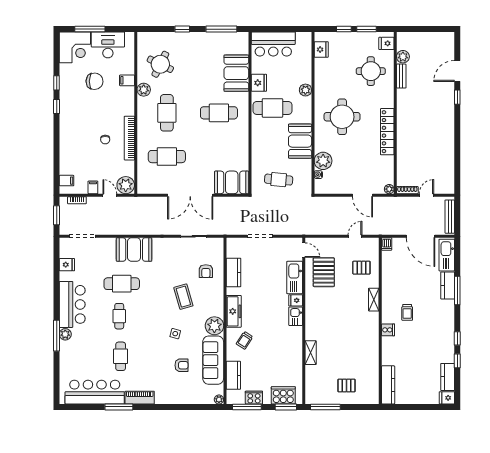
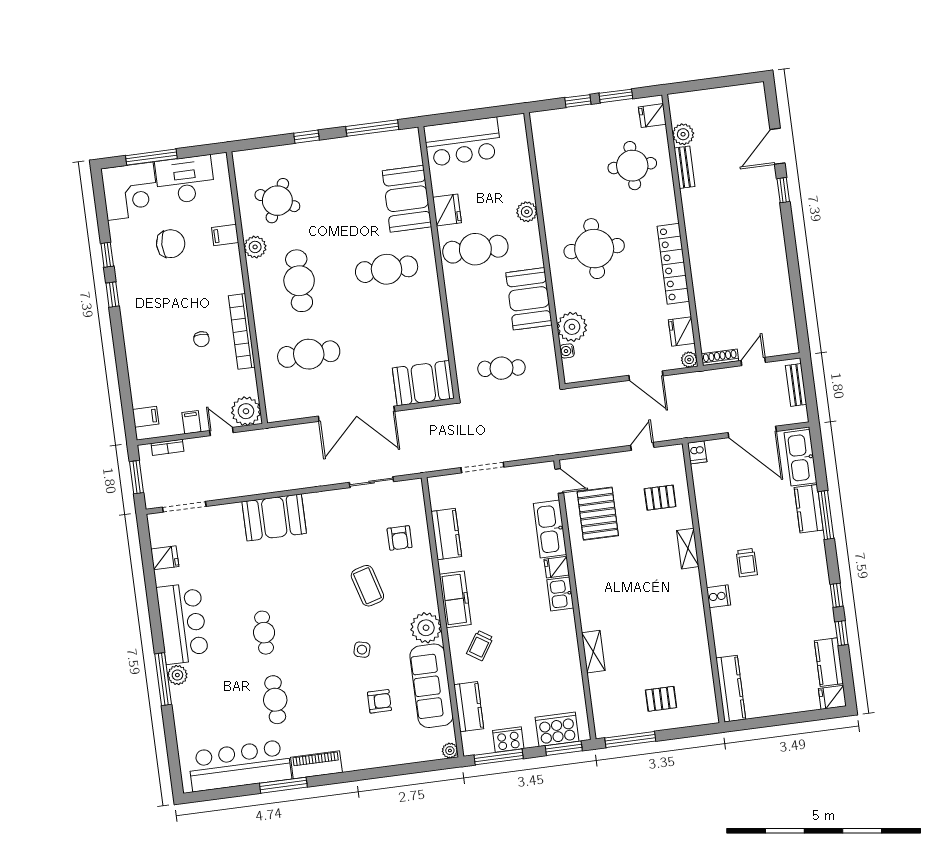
fridge: (321, 49) -> (682, 332), moved, turned 180
bench: (450, 217) -> (796, 385), width x0.73
cafe table: (122, 284) -> (261, 578), removed

